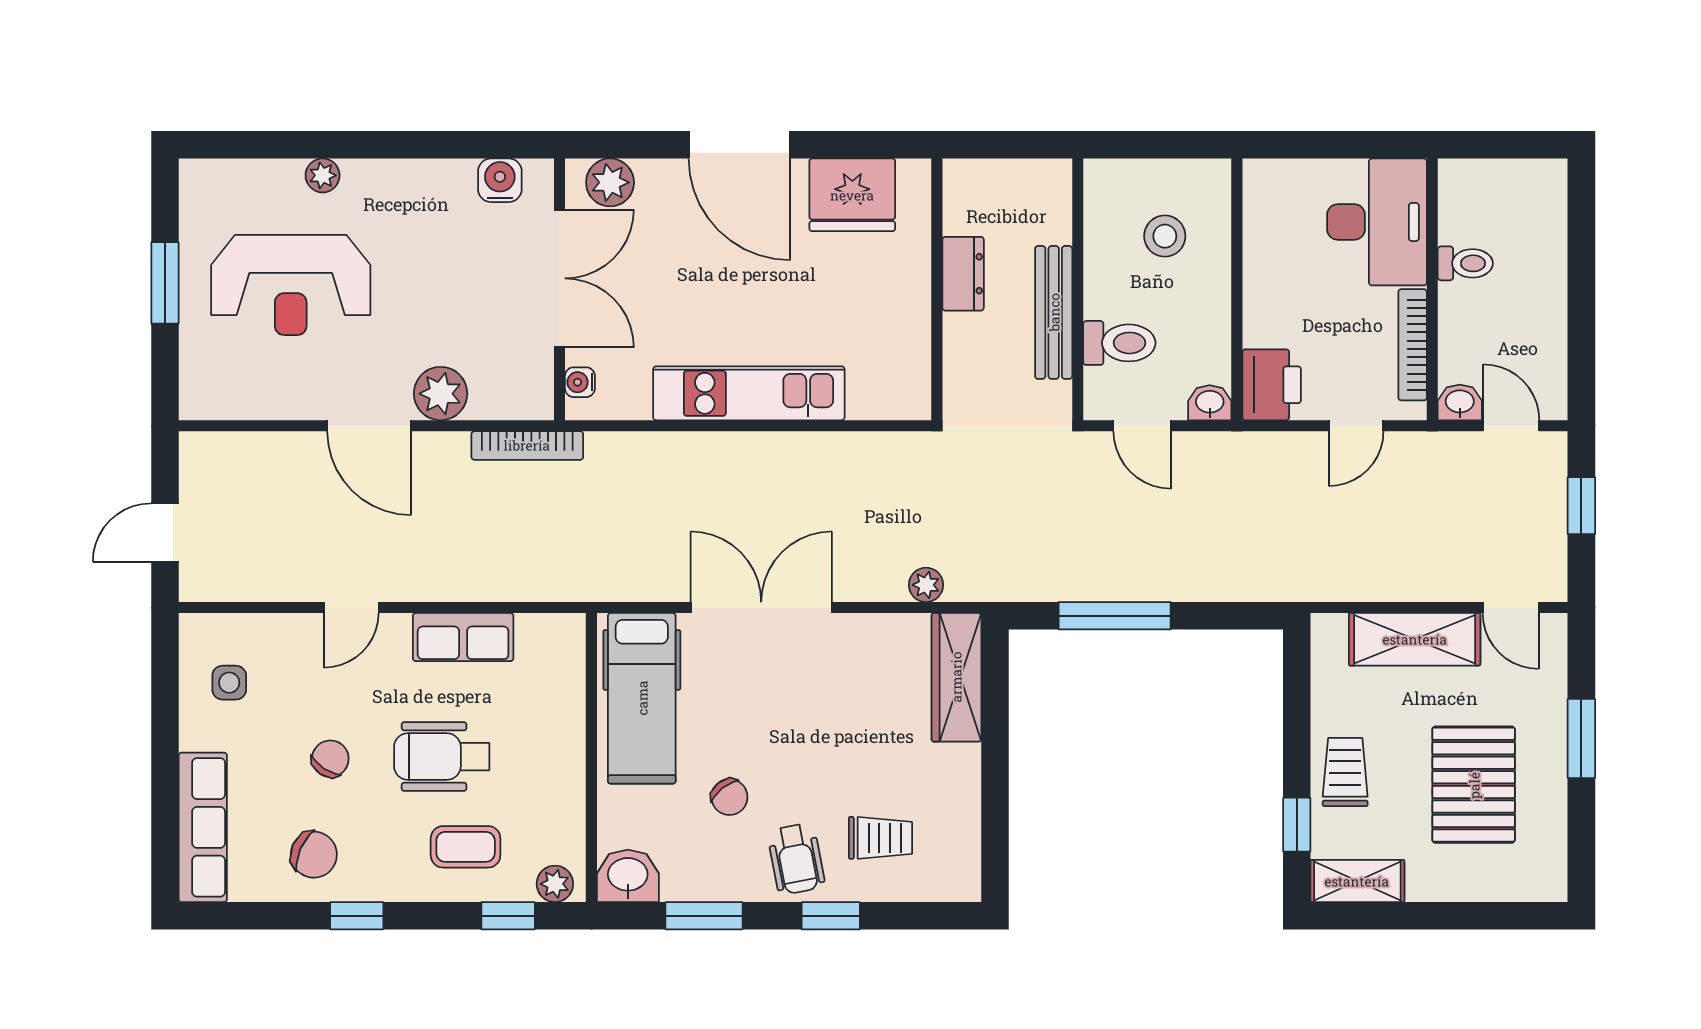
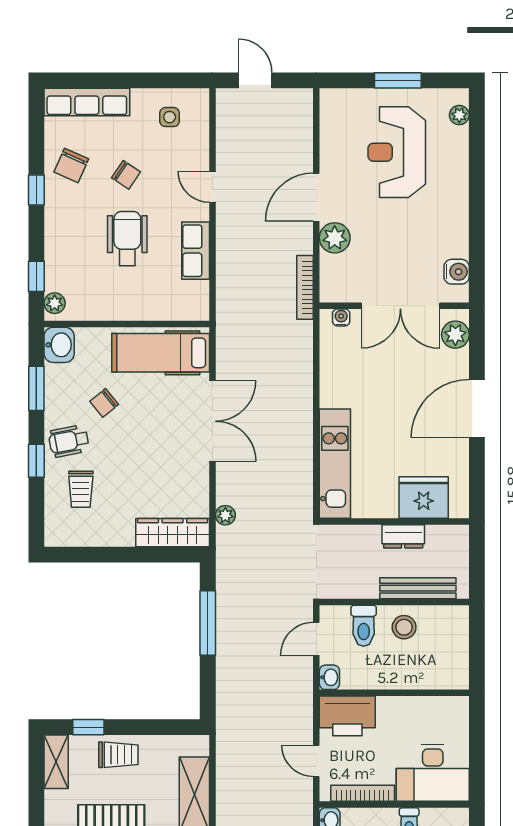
plant: (323, 175) -> (459, 115), moved
fridge: (852, 195) -> (424, 497), moved, turned 90
stool: (1165, 236) -> (404, 627), moved
bench: (1054, 312) -> (418, 588), moved
printer: (1272, 385) -> (347, 716), width x1.37, depth x1.19
kitchen unit: (749, 393) -> (335, 464), moved
coffee table: (466, 847) -> (76, 252), removed

